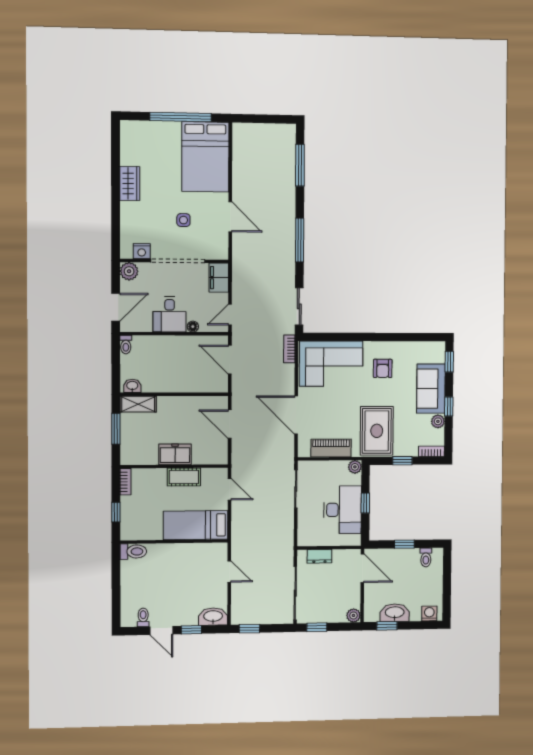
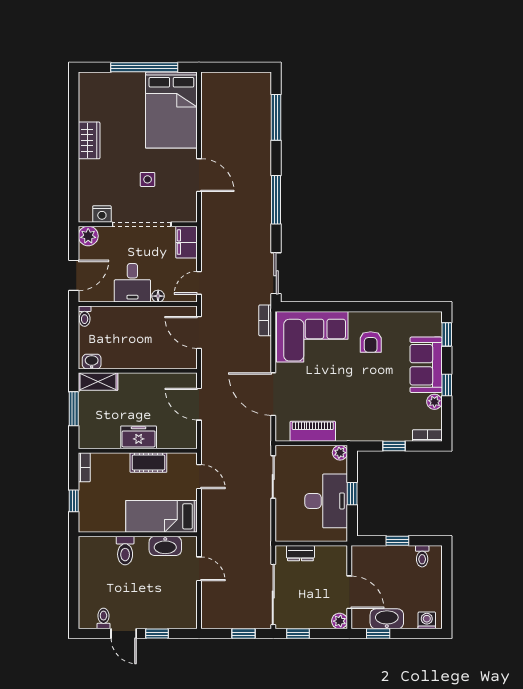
rug: (377, 431) -> (364, 412), removed
toilet: (133, 552) -> (125, 551), moved, turned 90
door: (362, 568) -> (349, 592), moved
washbasin: (213, 617) -> (165, 546), moved, turned 180
window: (249, 629) -> (244, 634), moved

